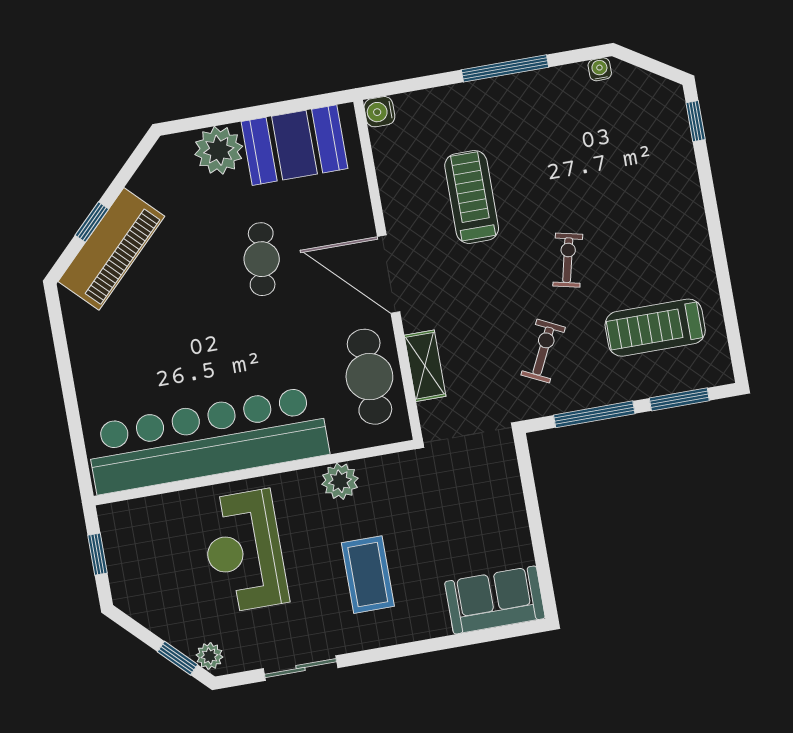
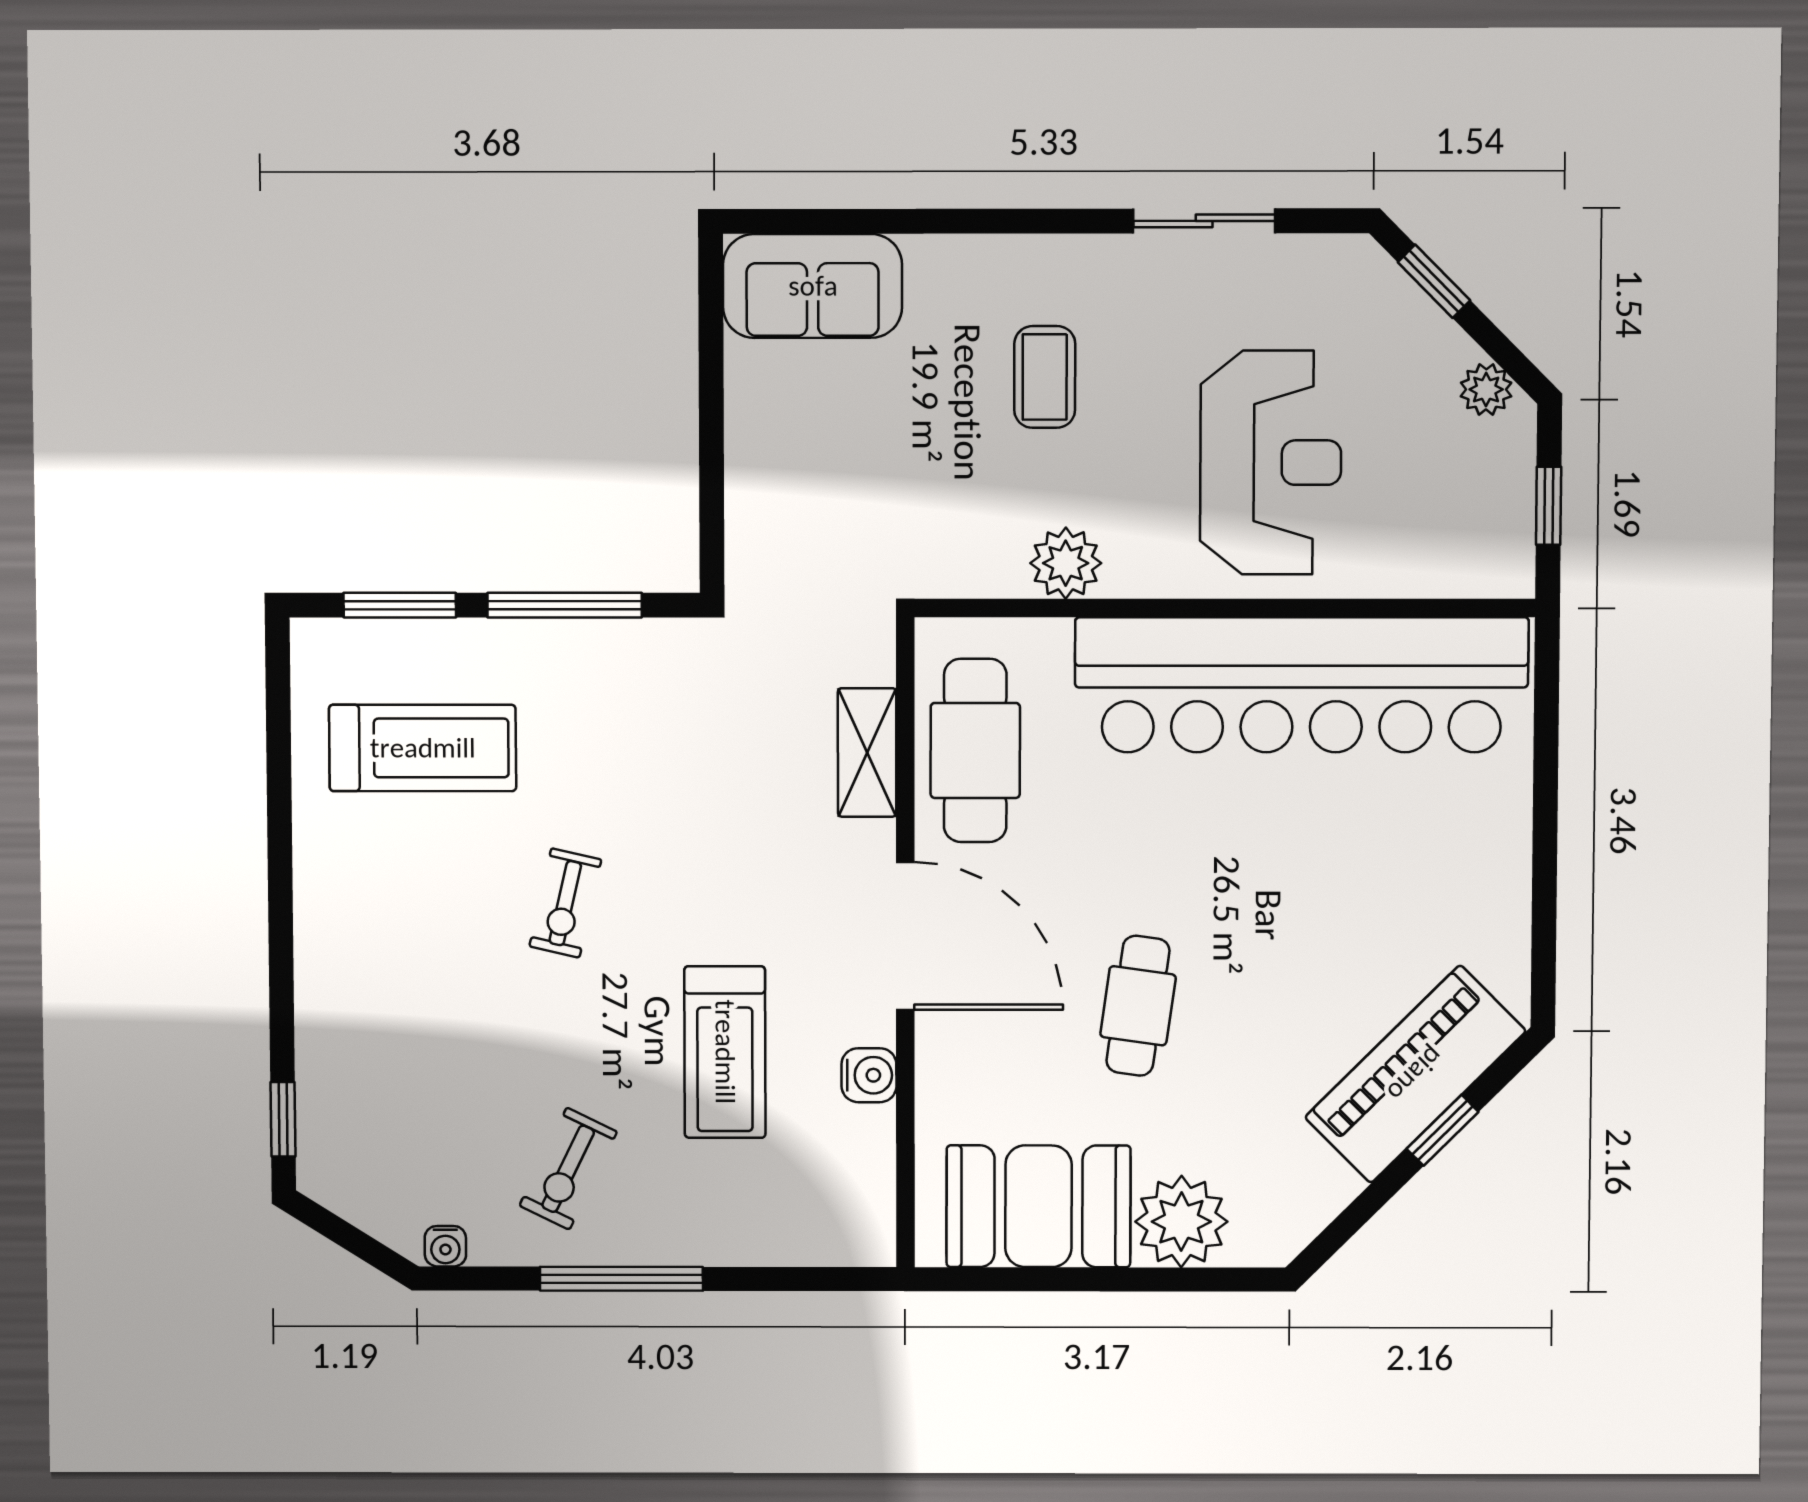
water cooler: (379, 112) -> (869, 1075), moved
exercise bike: (543, 351) -> (568, 1169), moved
coffee table: (368, 575) -> (1045, 377), width x0.73, depth x0.77
plant: (210, 656) -> (1486, 389), moved

